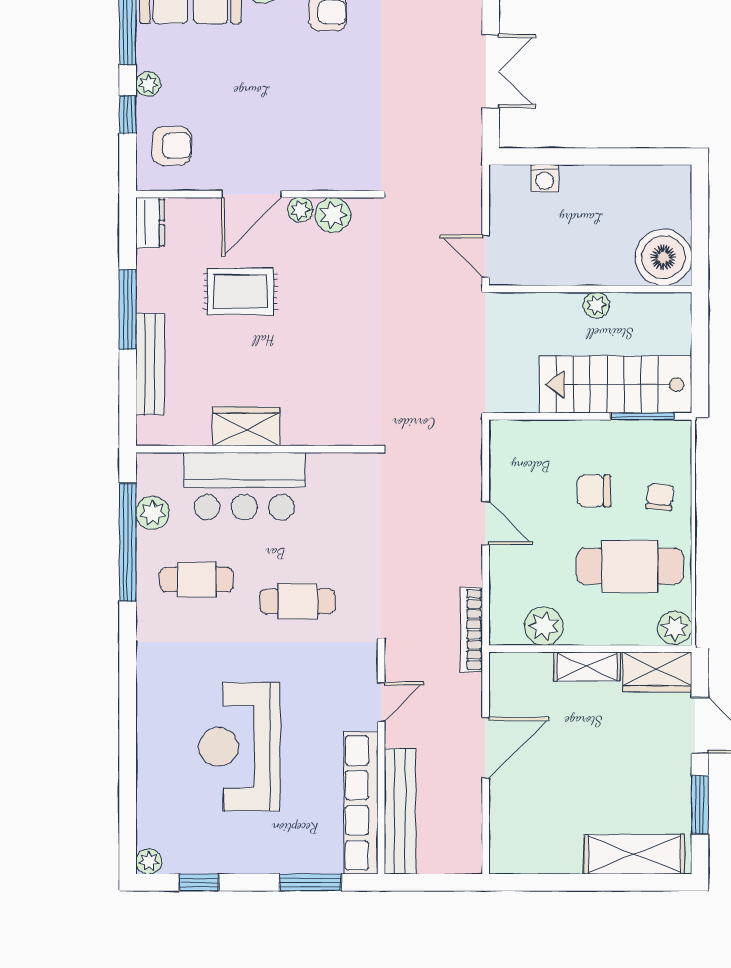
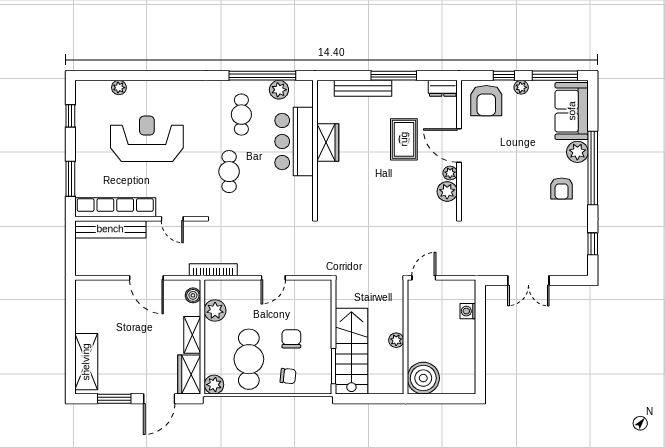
armchair: (172, 146) -> (486, 101), width x1.38, depth x1.38
boiler: (517, 665) -> (193, 295), added
plant: (149, 861) -> (119, 88), moved

